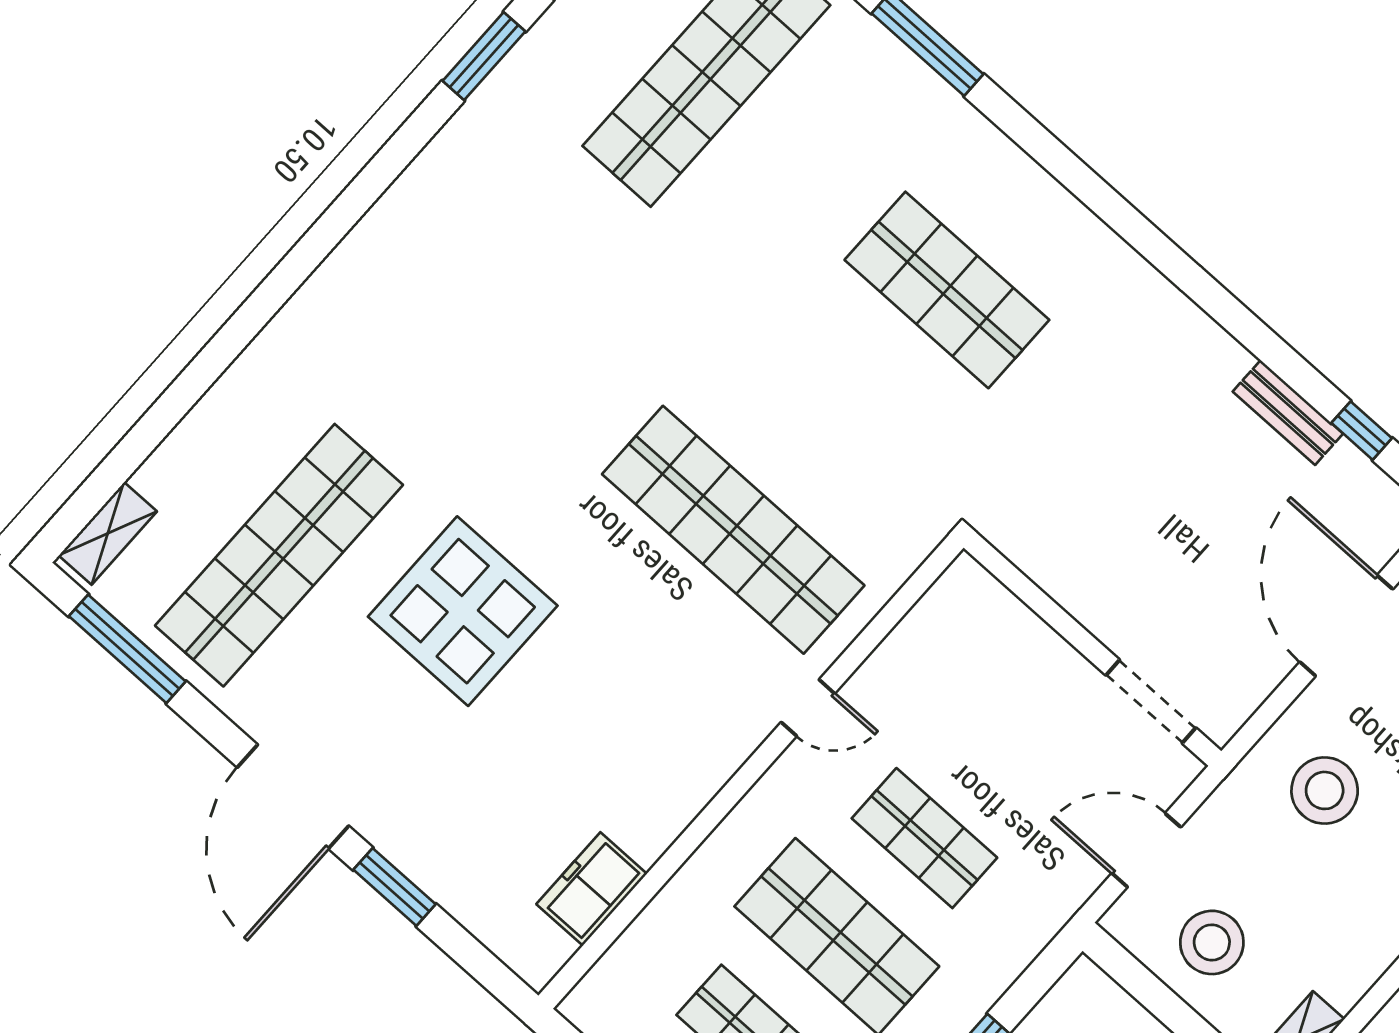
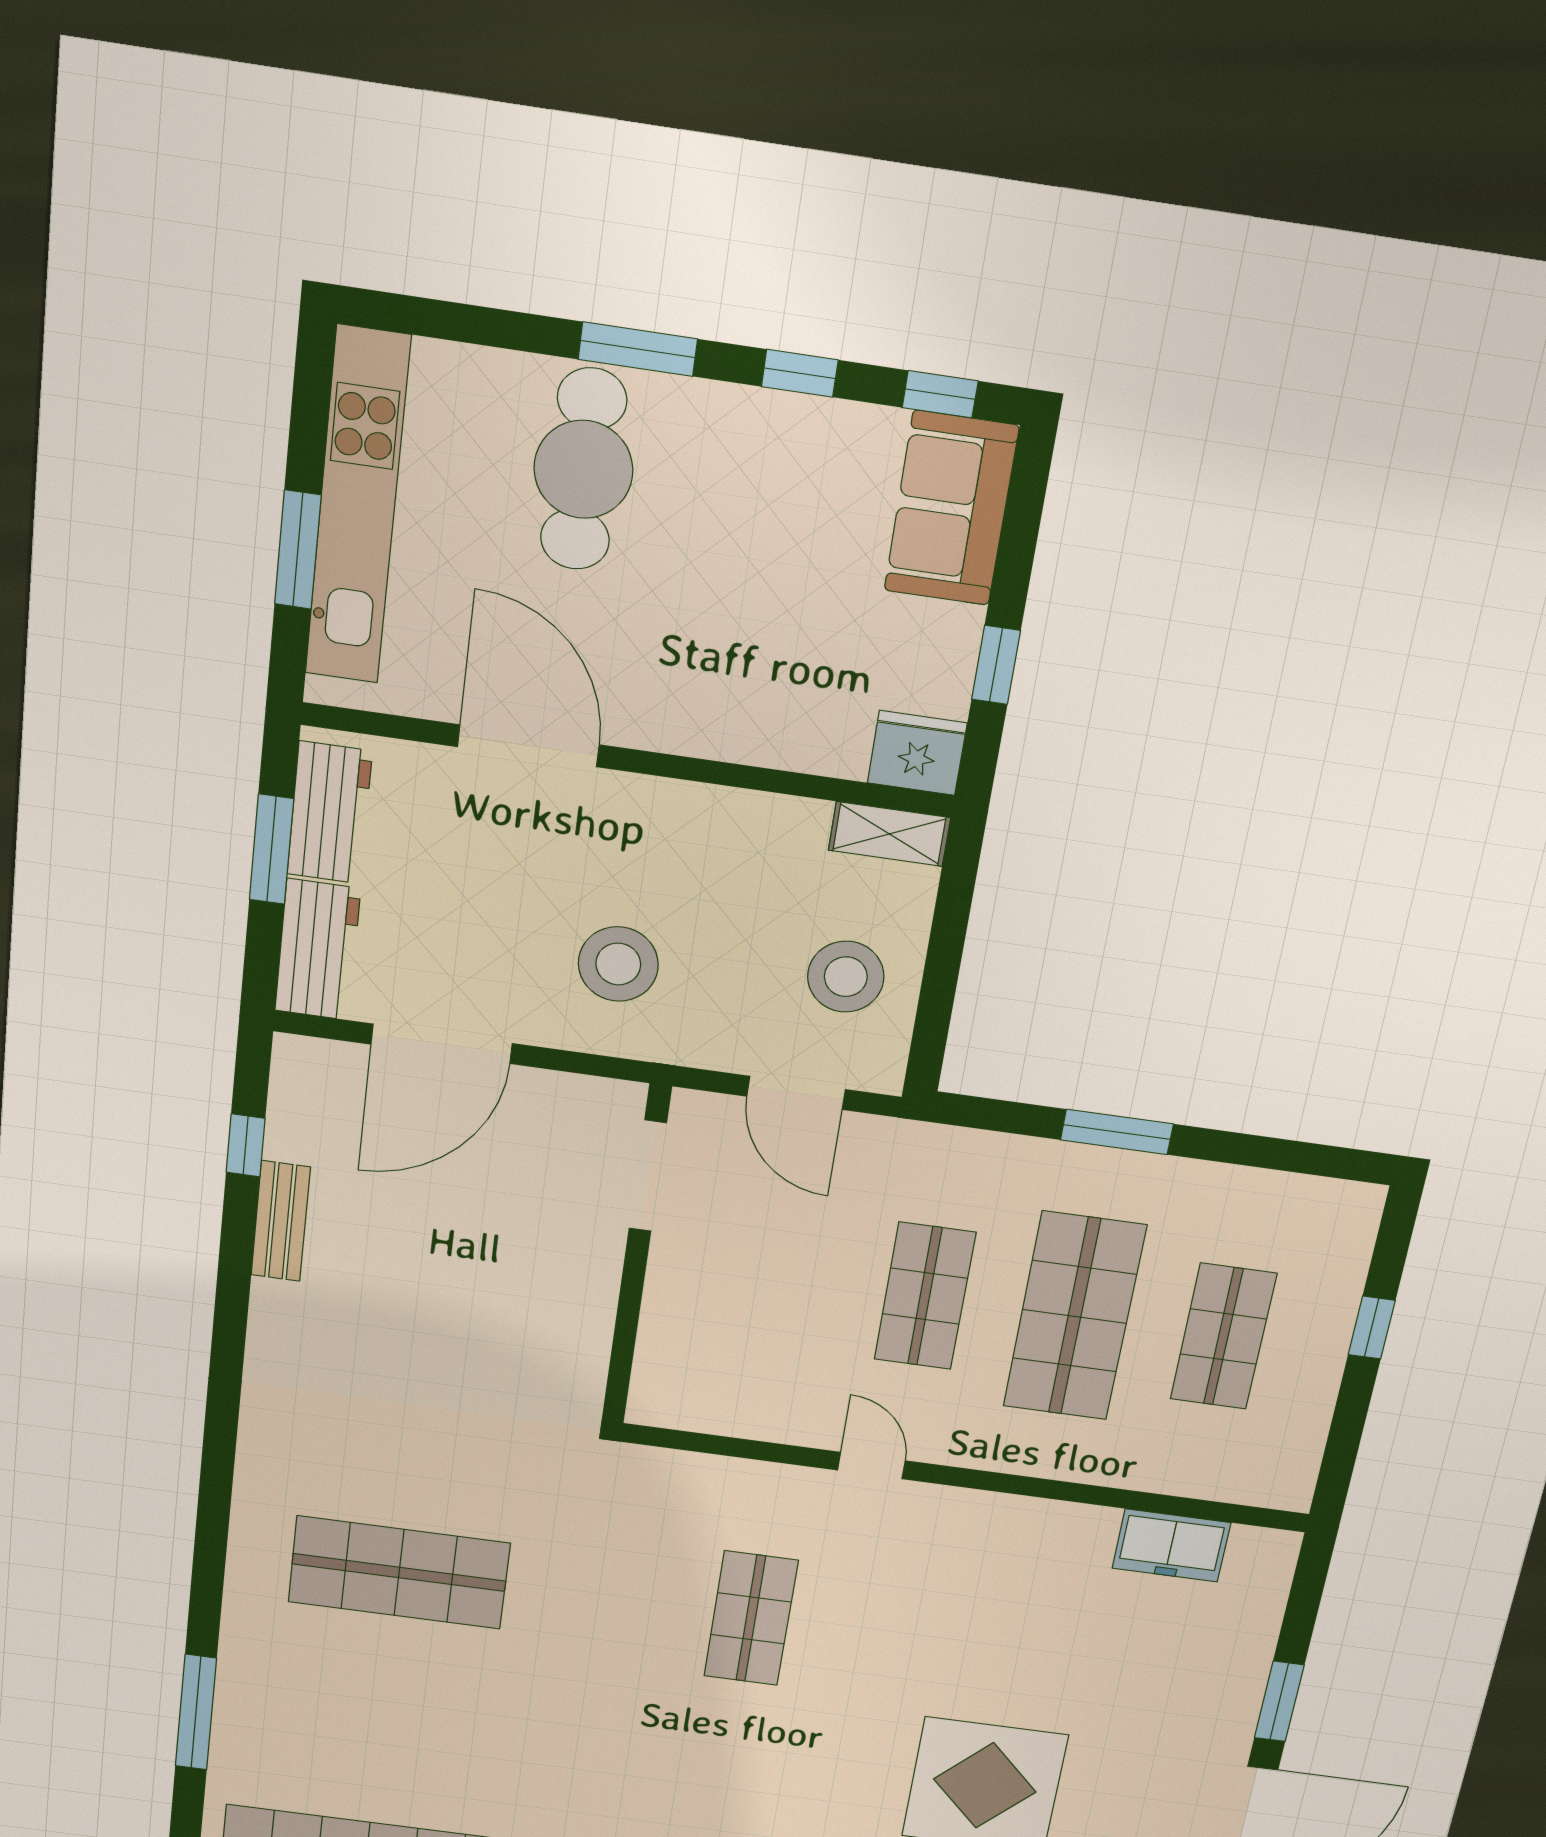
shop shelf: (947, 290) -> (399, 1573), turned 90
shop shelf: (733, 530) -> (751, 1618), width x0.50, depth x0.74

